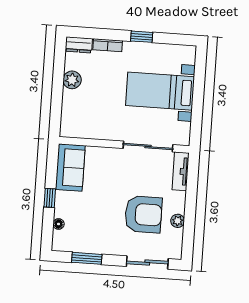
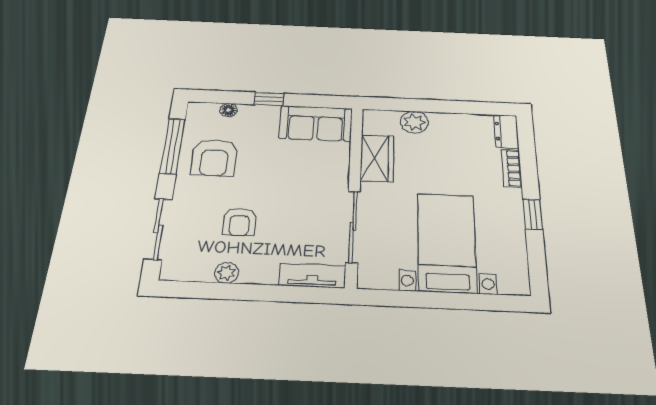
plant: (72, 80) -> (414, 122), moved
wardrobe: (98, 129) -> (377, 158), added
armchair: (143, 214) -> (240, 222), width x0.53, depth x0.53
armchair: (96, 232) -> (214, 158), added
window: (87, 258) -> (172, 146), width x1.44

